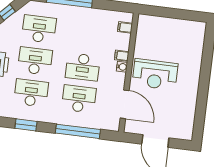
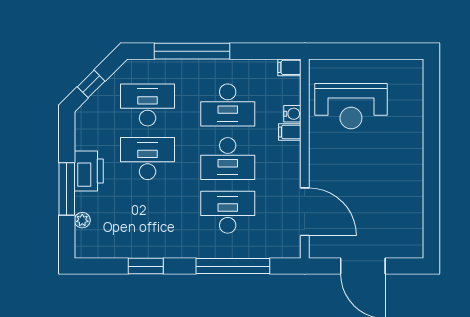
filing cabinet: (125, 27) -> (289, 67), moved
water cooler: (122, 67) -> (292, 114), moved
reception desk: (155, 74) -> (351, 106), moved
desk: (31, 93) -> (228, 105), moved, turned 180

